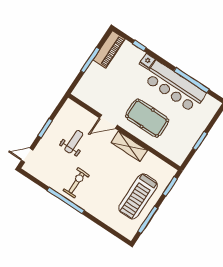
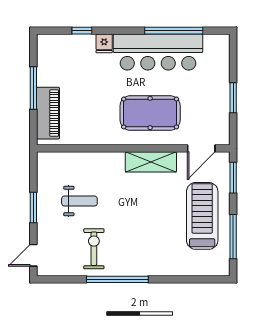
piano: (109, 50) -> (48, 113), moved
door: (108, 122) -> (201, 148), moved
weight bench: (74, 142) -> (79, 201), turned 90
exercise bike: (76, 183) -> (94, 249), moved
treadmill: (138, 196) -> (202, 216), turned 180

